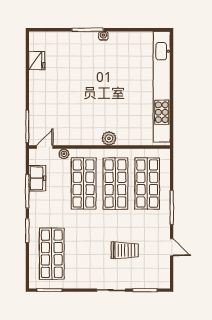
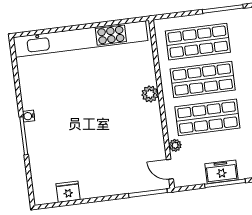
freezer: (37, 178) -> (221, 172), moved

